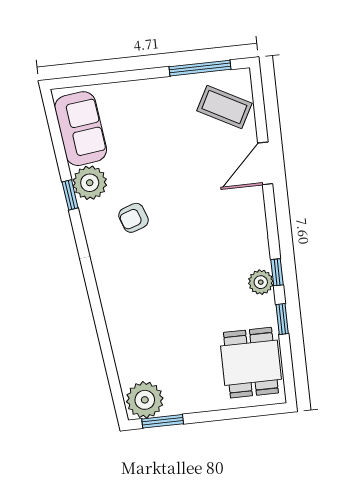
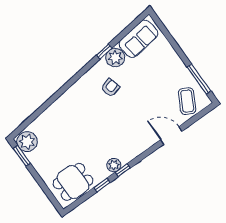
armchair: (134, 218) -> (110, 88), turned 94

